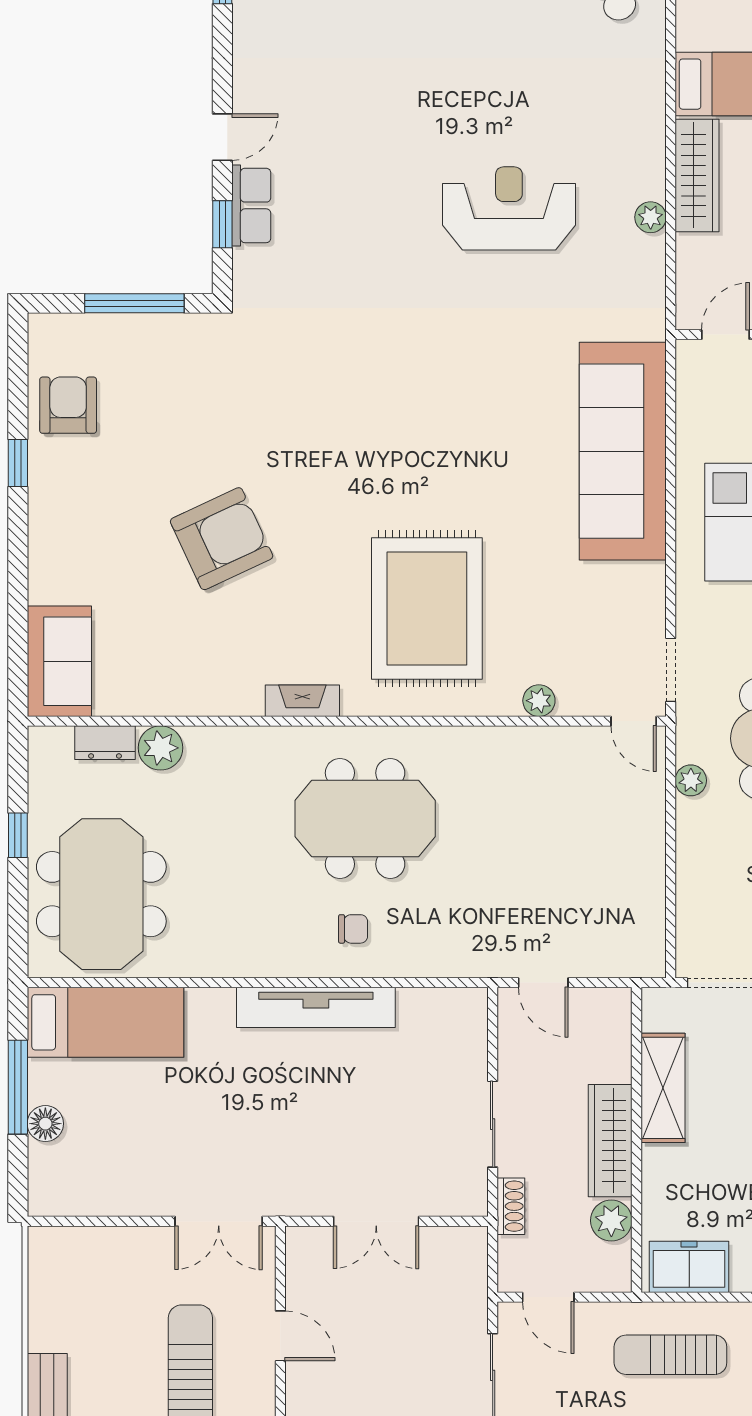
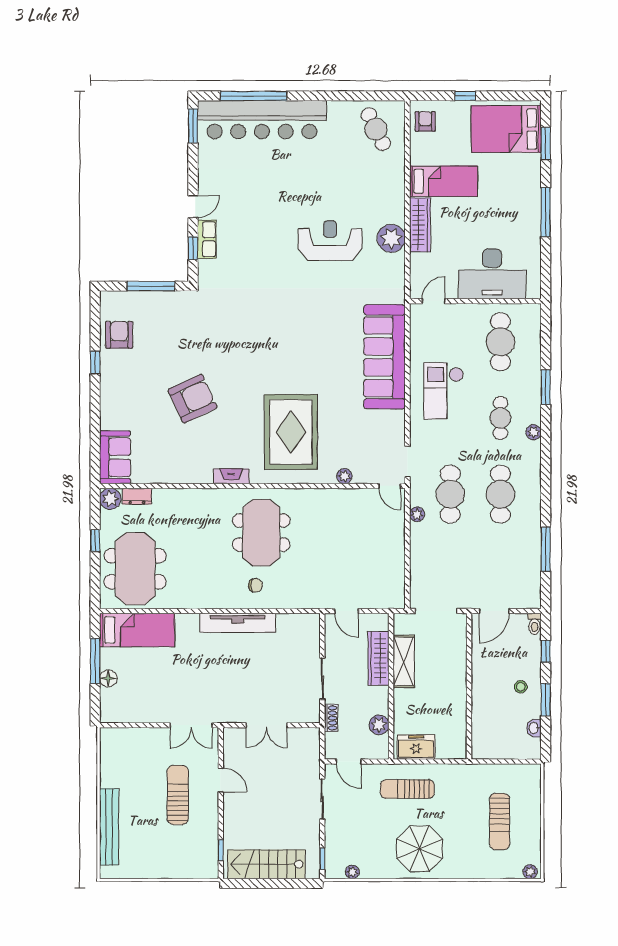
plant: (651, 217) -> (391, 238), width x1.87, depth x1.87
plant: (161, 748) -> (110, 499), moved
meeting table: (365, 819) -> (261, 533), turned 90
wardrobe: (610, 1141) -> (378, 658), moved

